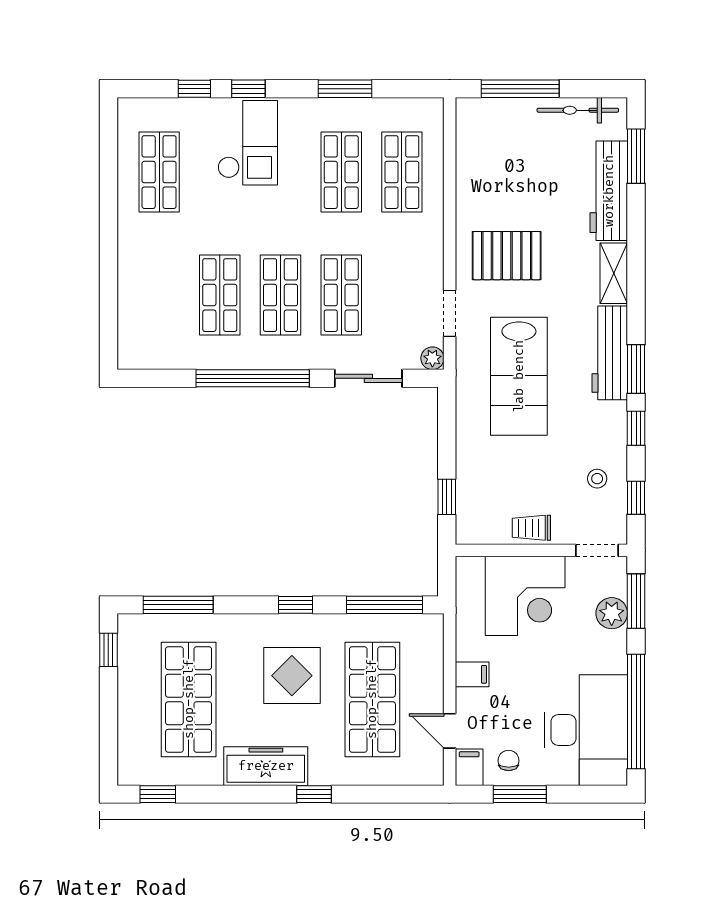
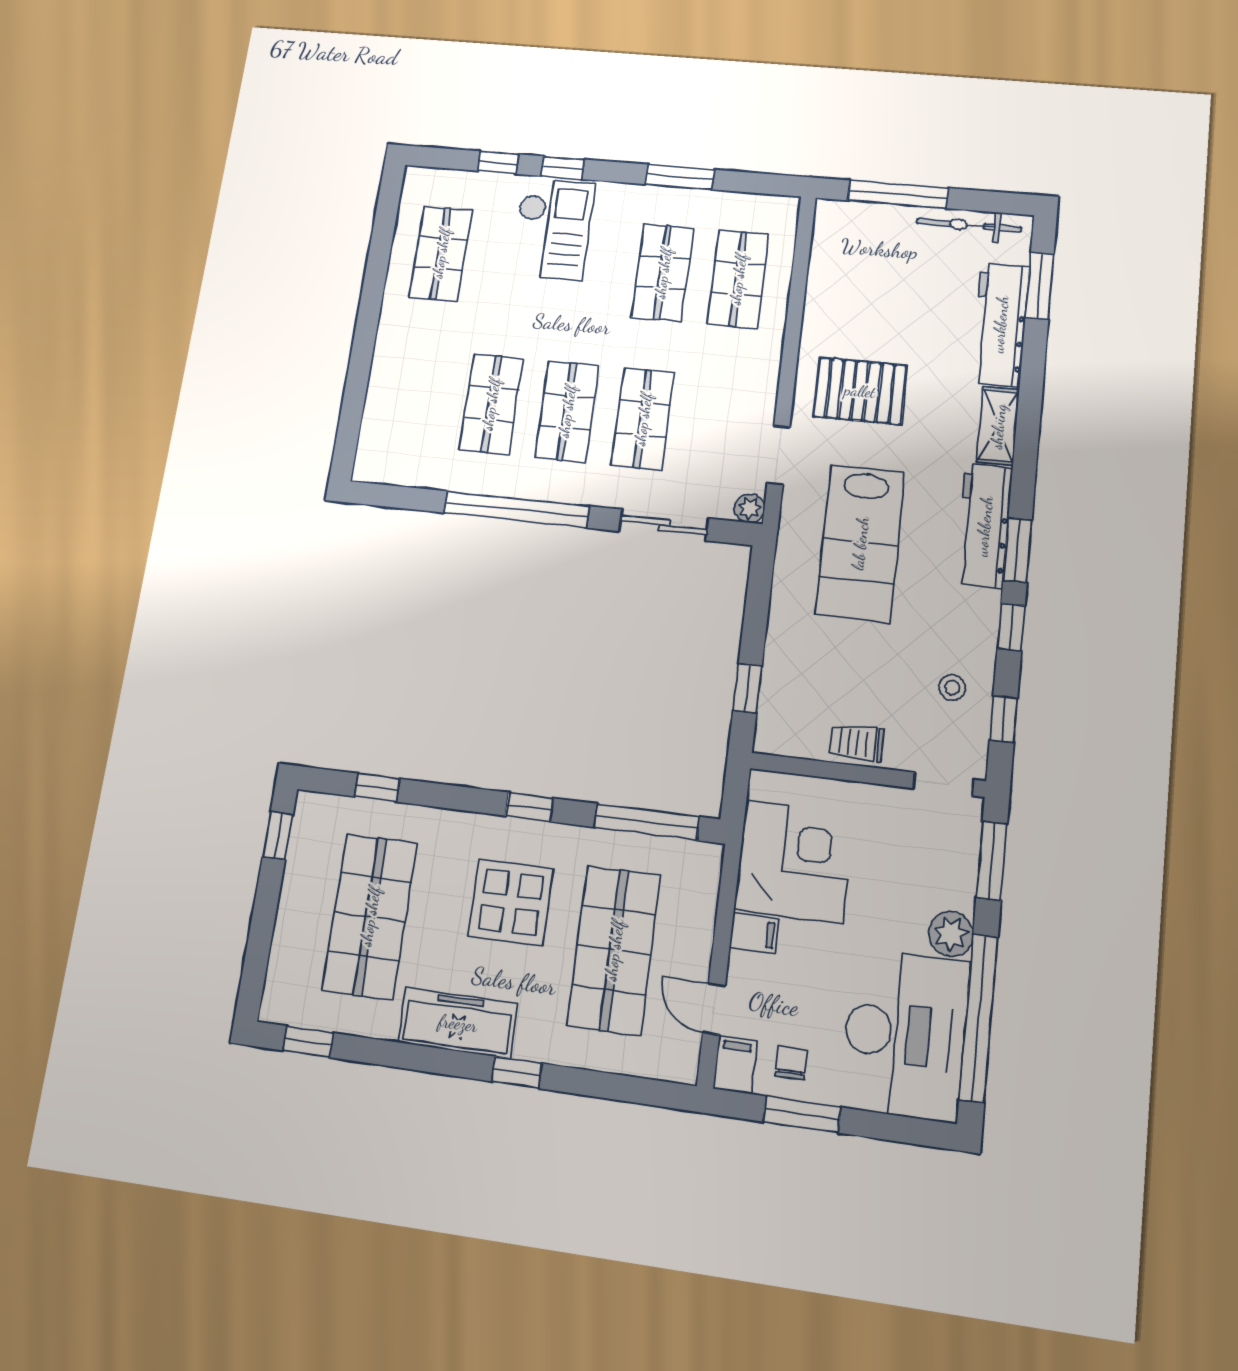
corner desk: (525, 596) -> (794, 861), moved, turned -90
window: (178, 605) -> (377, 788), width x0.46
plant: (612, 613) -> (951, 934), moved

